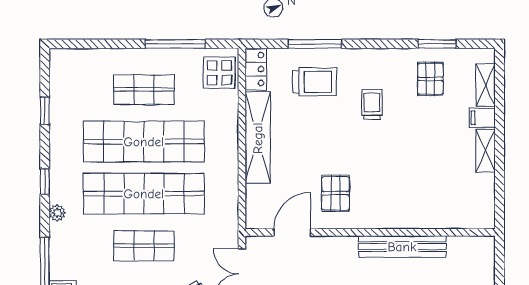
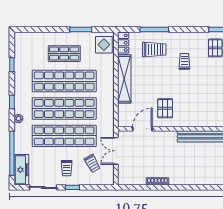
window: (175, 44) -> (81, 30), width x0.69
shop shelf: (144, 246) -> (64, 136), width x2.00, depth x1.36

